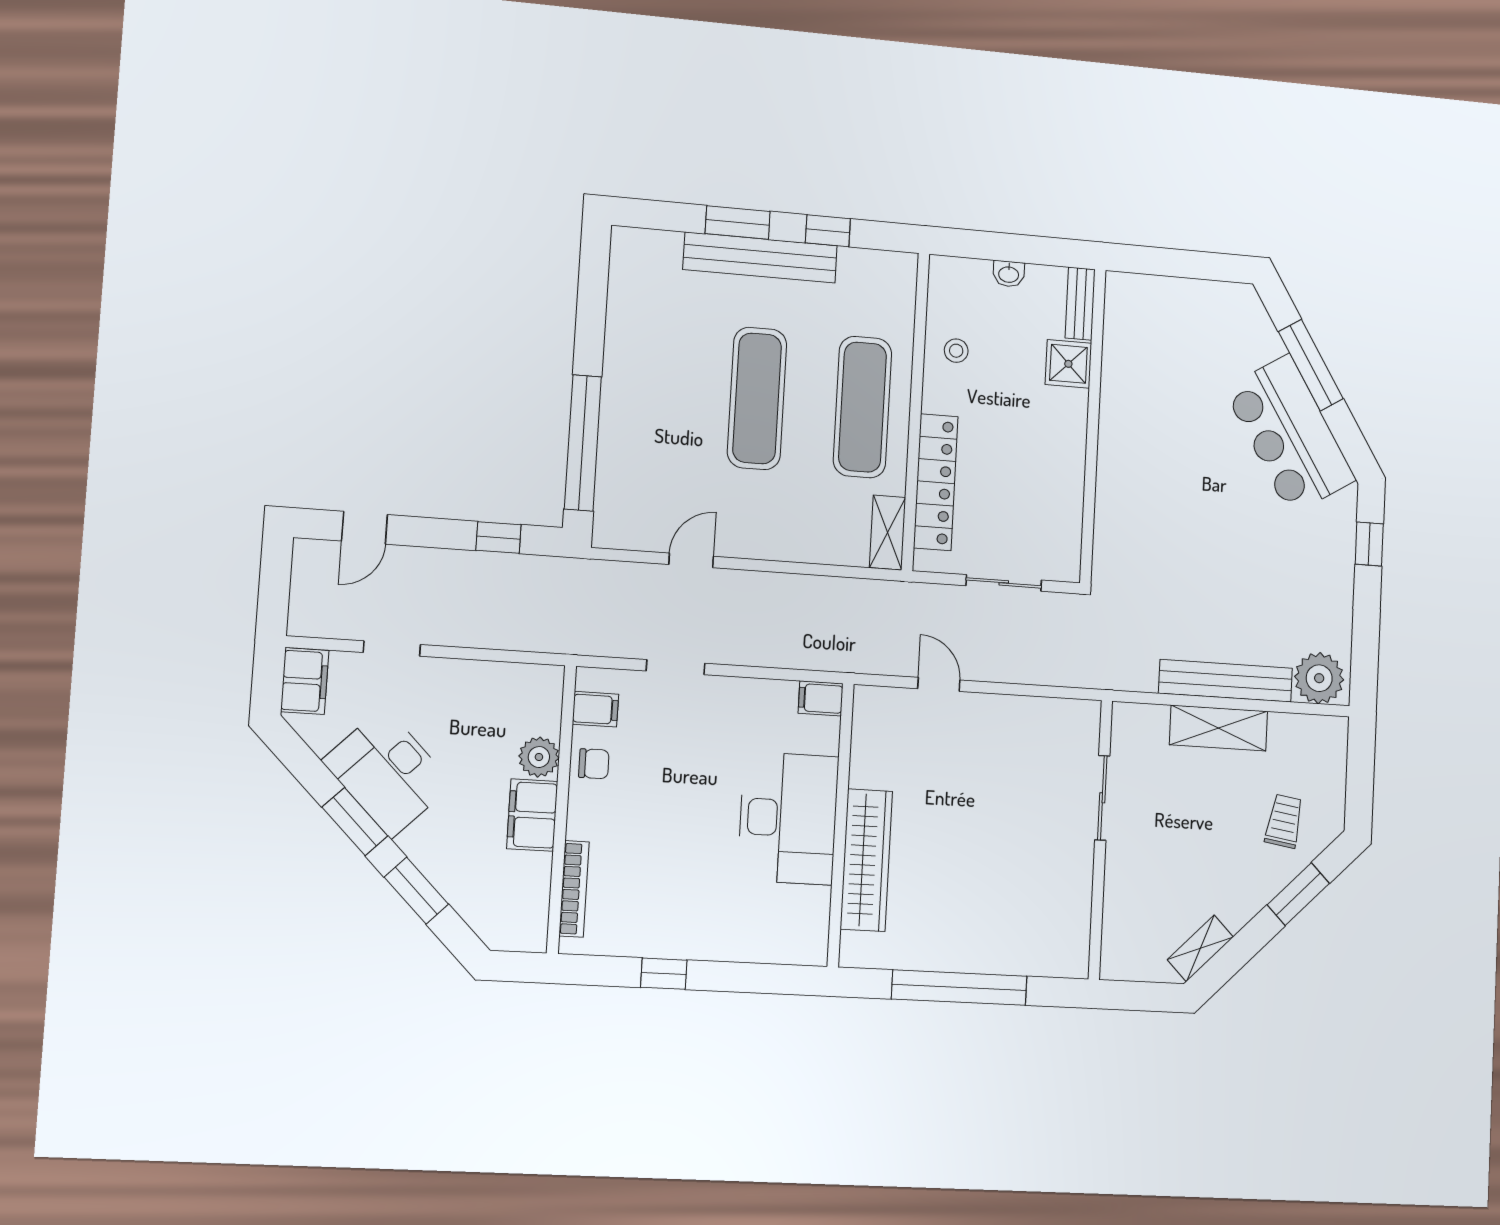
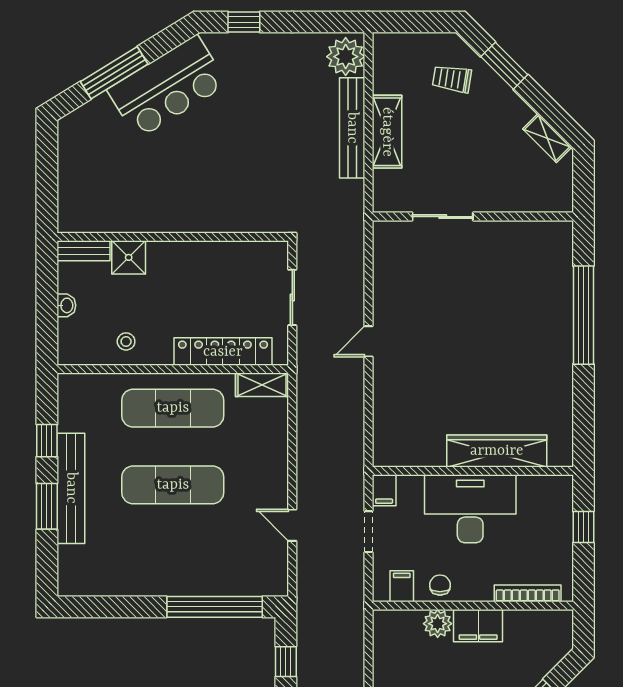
filing cabinet: (821, 698) -> (384, 490), moved
desk: (788, 818) -> (470, 509), moved
wall: (841, 825) -> (473, 471), moved
wardrobe: (866, 860) -> (497, 451), moved

